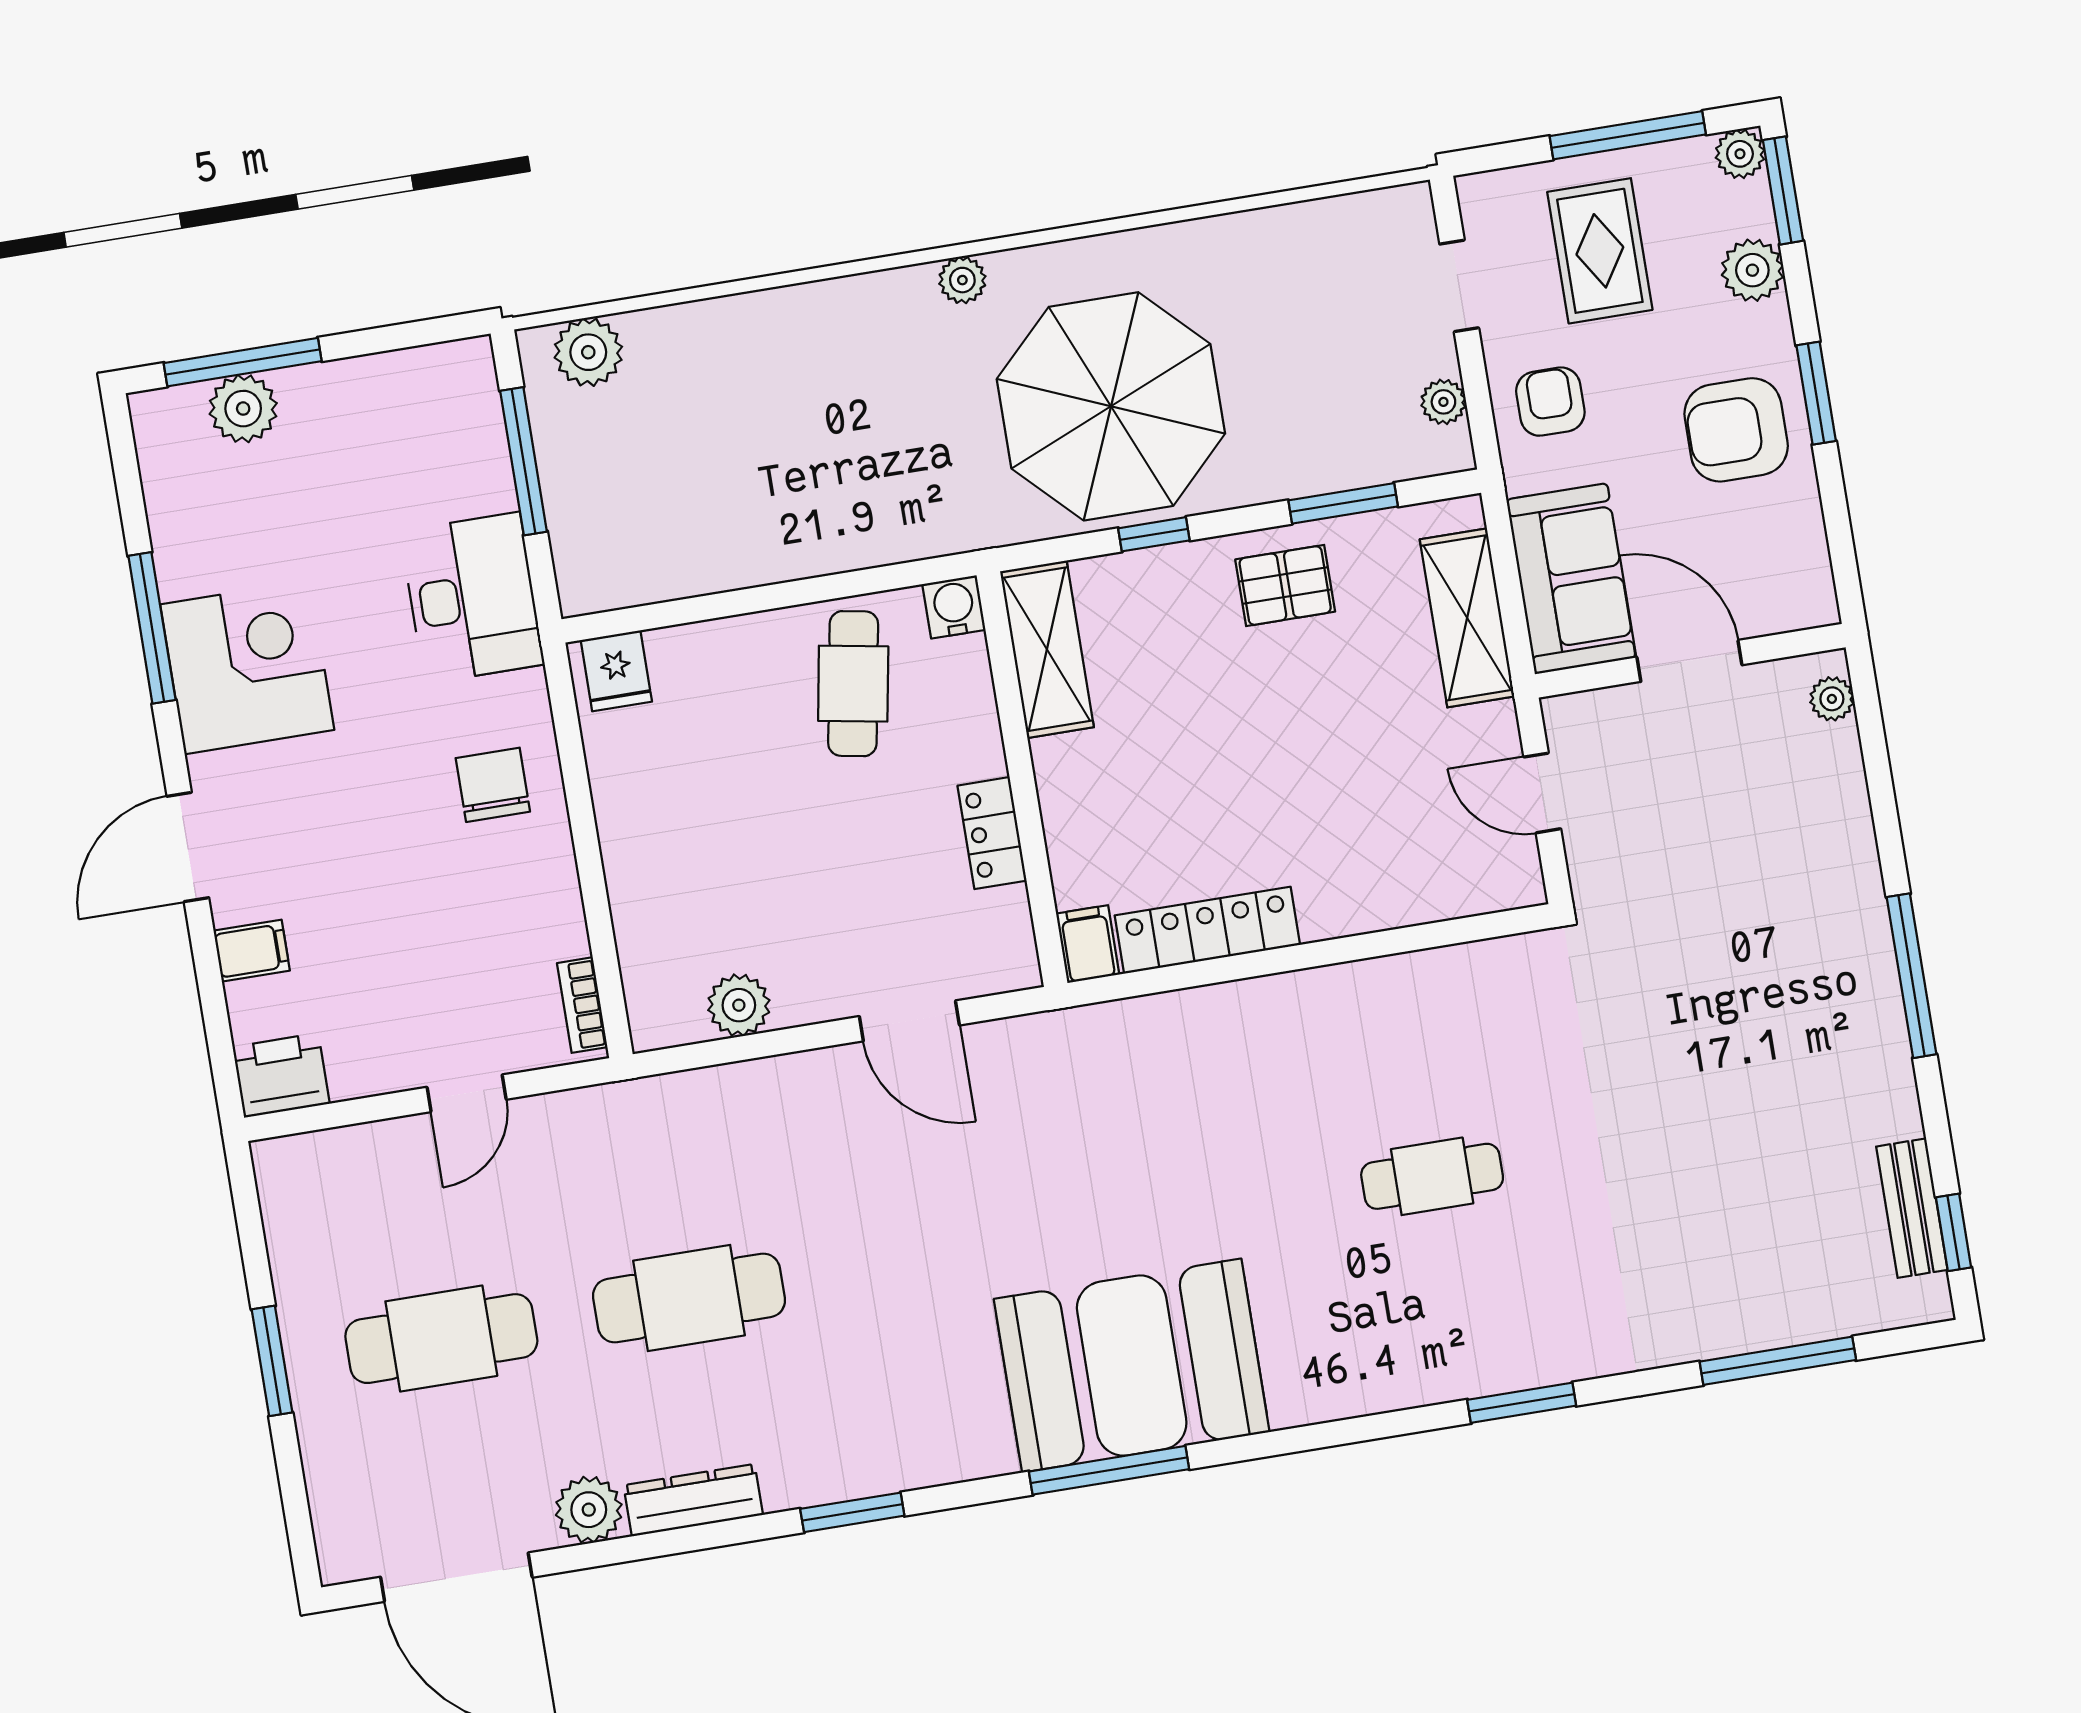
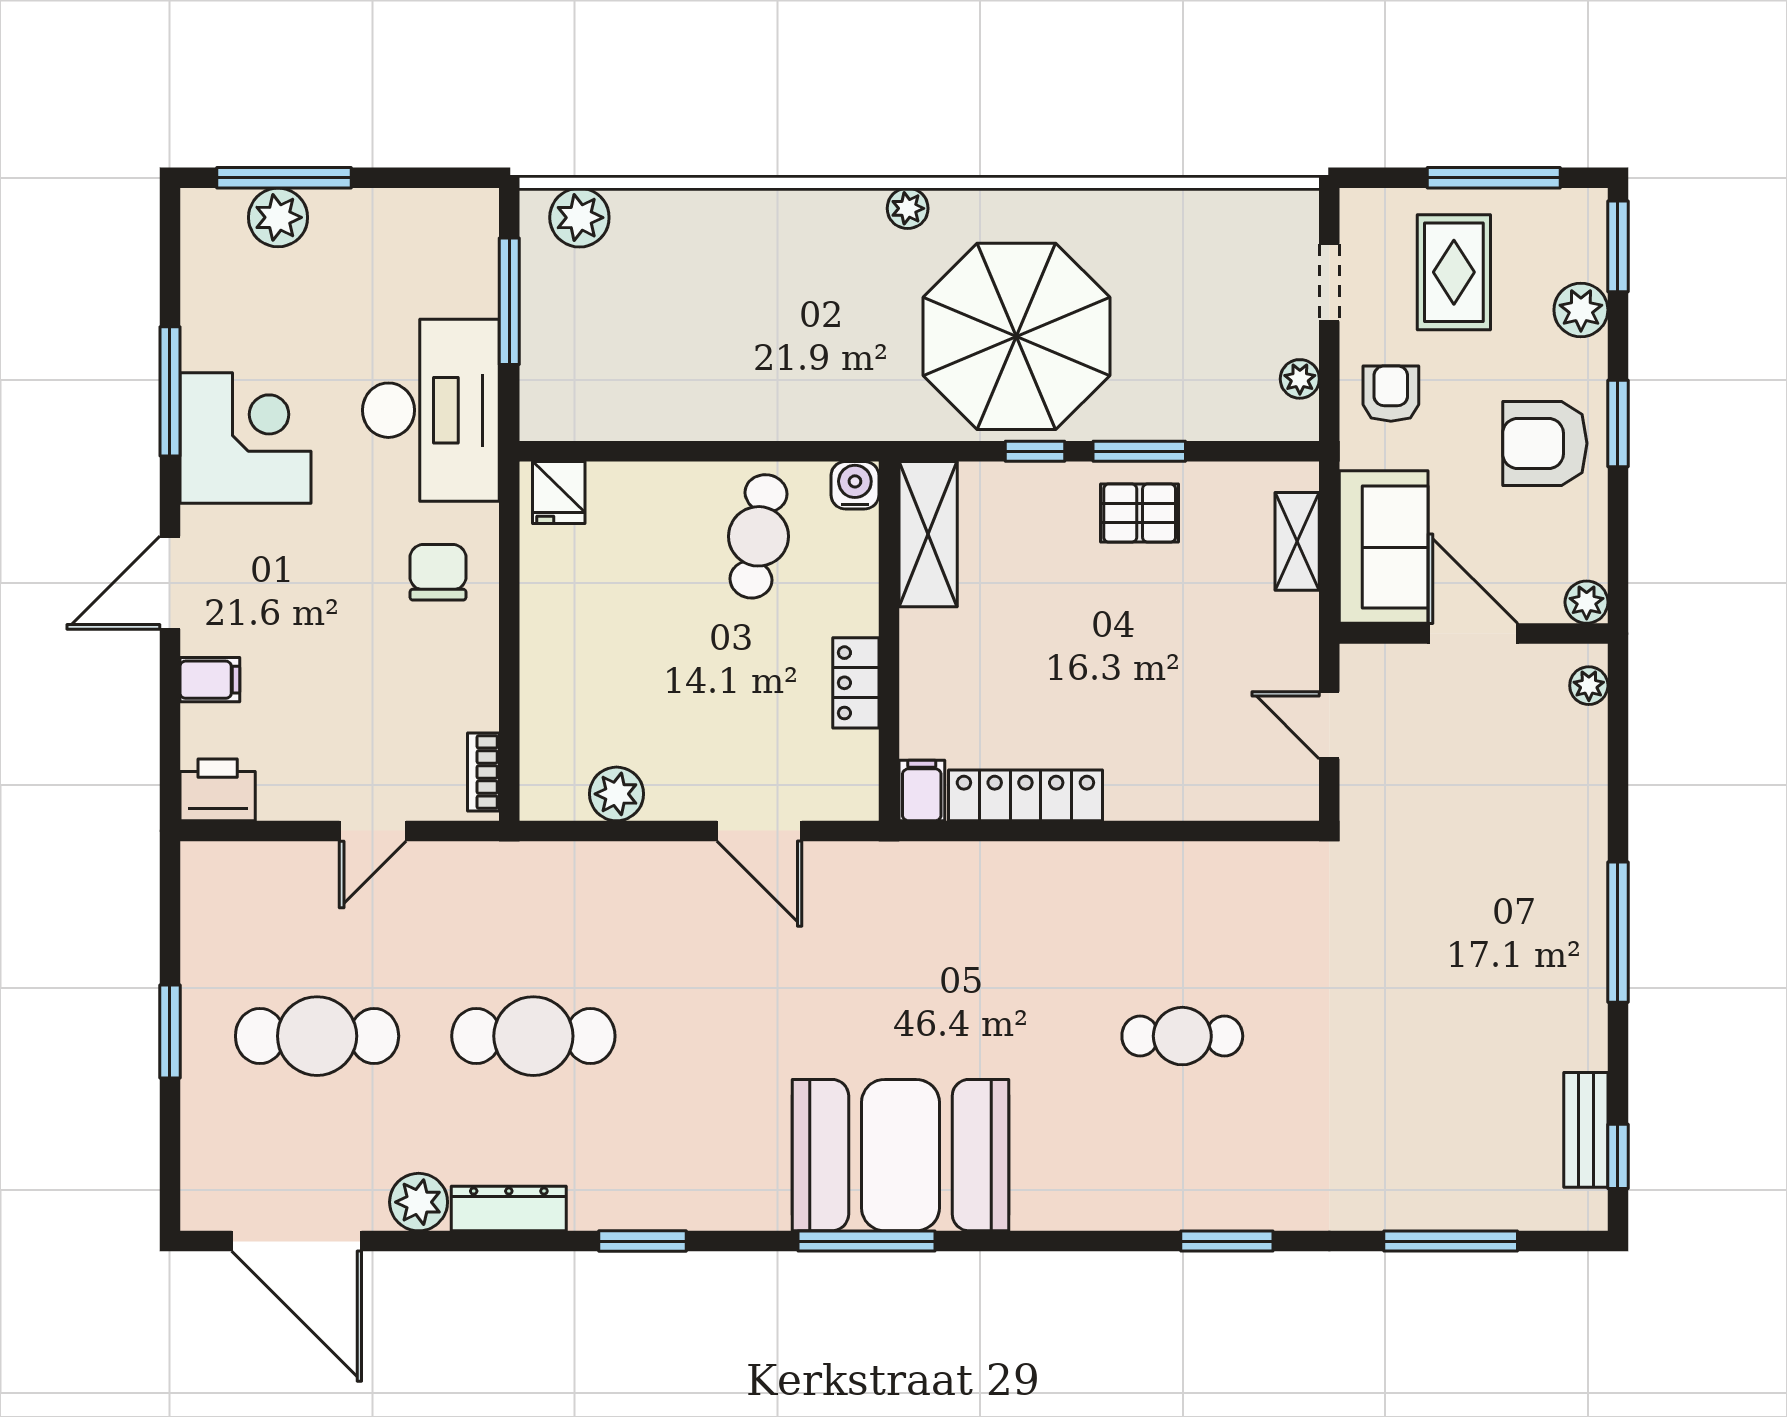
plant: (1740, 154) -> (1587, 602), moved
window: (1343, 503) -> (1139, 451), moved
desk: (472, 598) -> (431, 410), width x1.36, depth x1.30
shelving: (1467, 618) -> (1297, 541), width x0.67, depth x0.75

